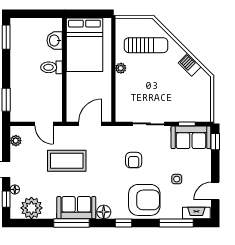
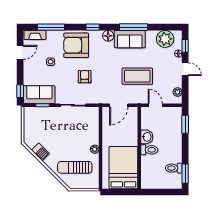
washbasin: (55, 40) -> (147, 137), moved
toilet: (21, 44) -> (174, 168), added

